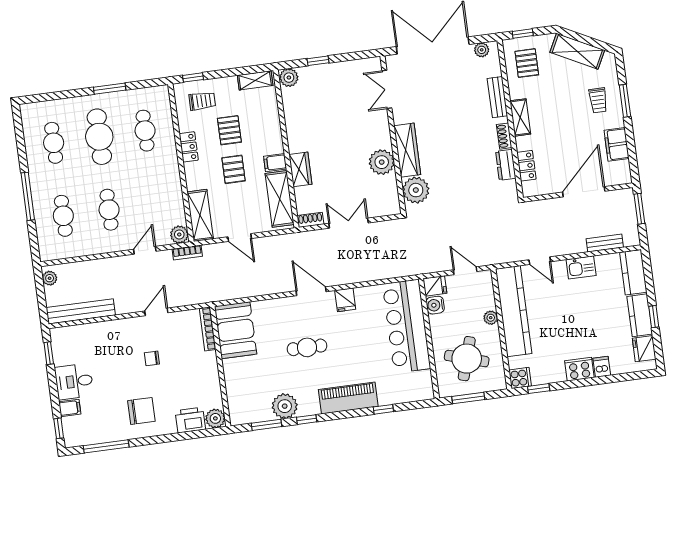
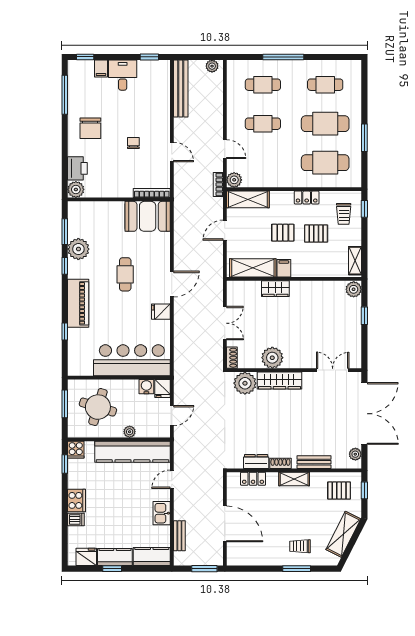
cafe table: (145, 131) -> (325, 163), width x1.37, depth x1.35
filing cabinet: (617, 144) -> (261, 557), removed
shoe rack: (310, 220) -> (232, 358), moved

